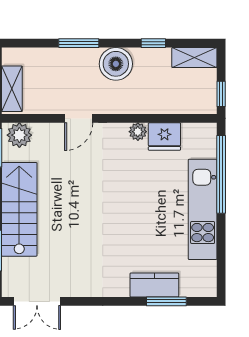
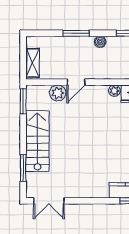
boiler: (116, 64) -> (100, 42), width x0.54, depth x0.54
plant: (19, 135) -> (58, 93), moved

